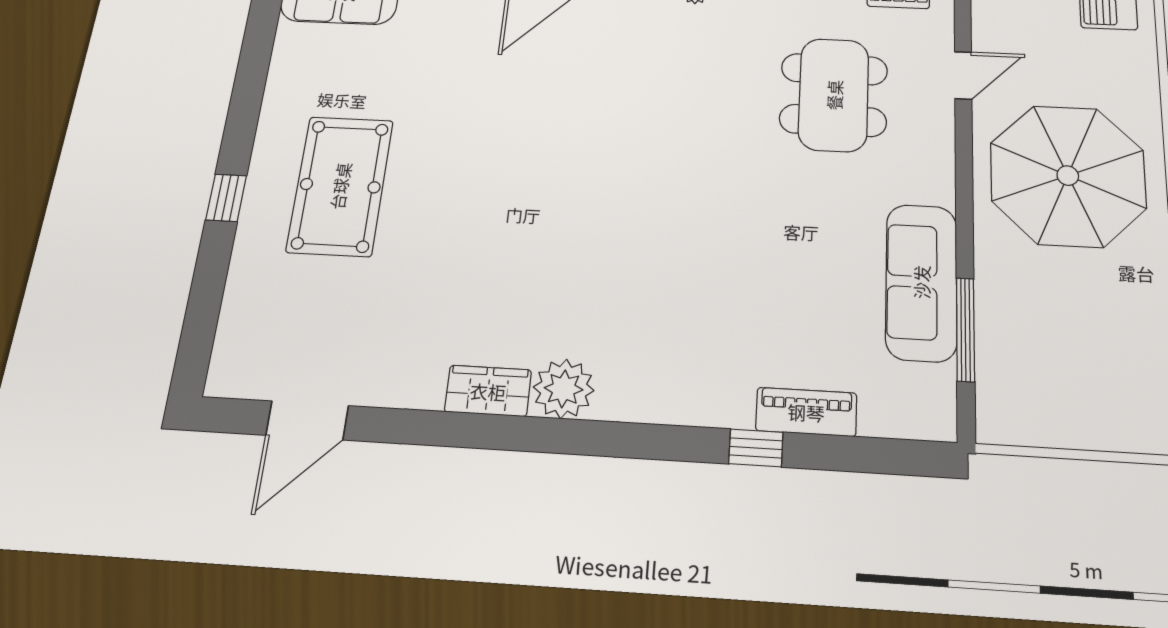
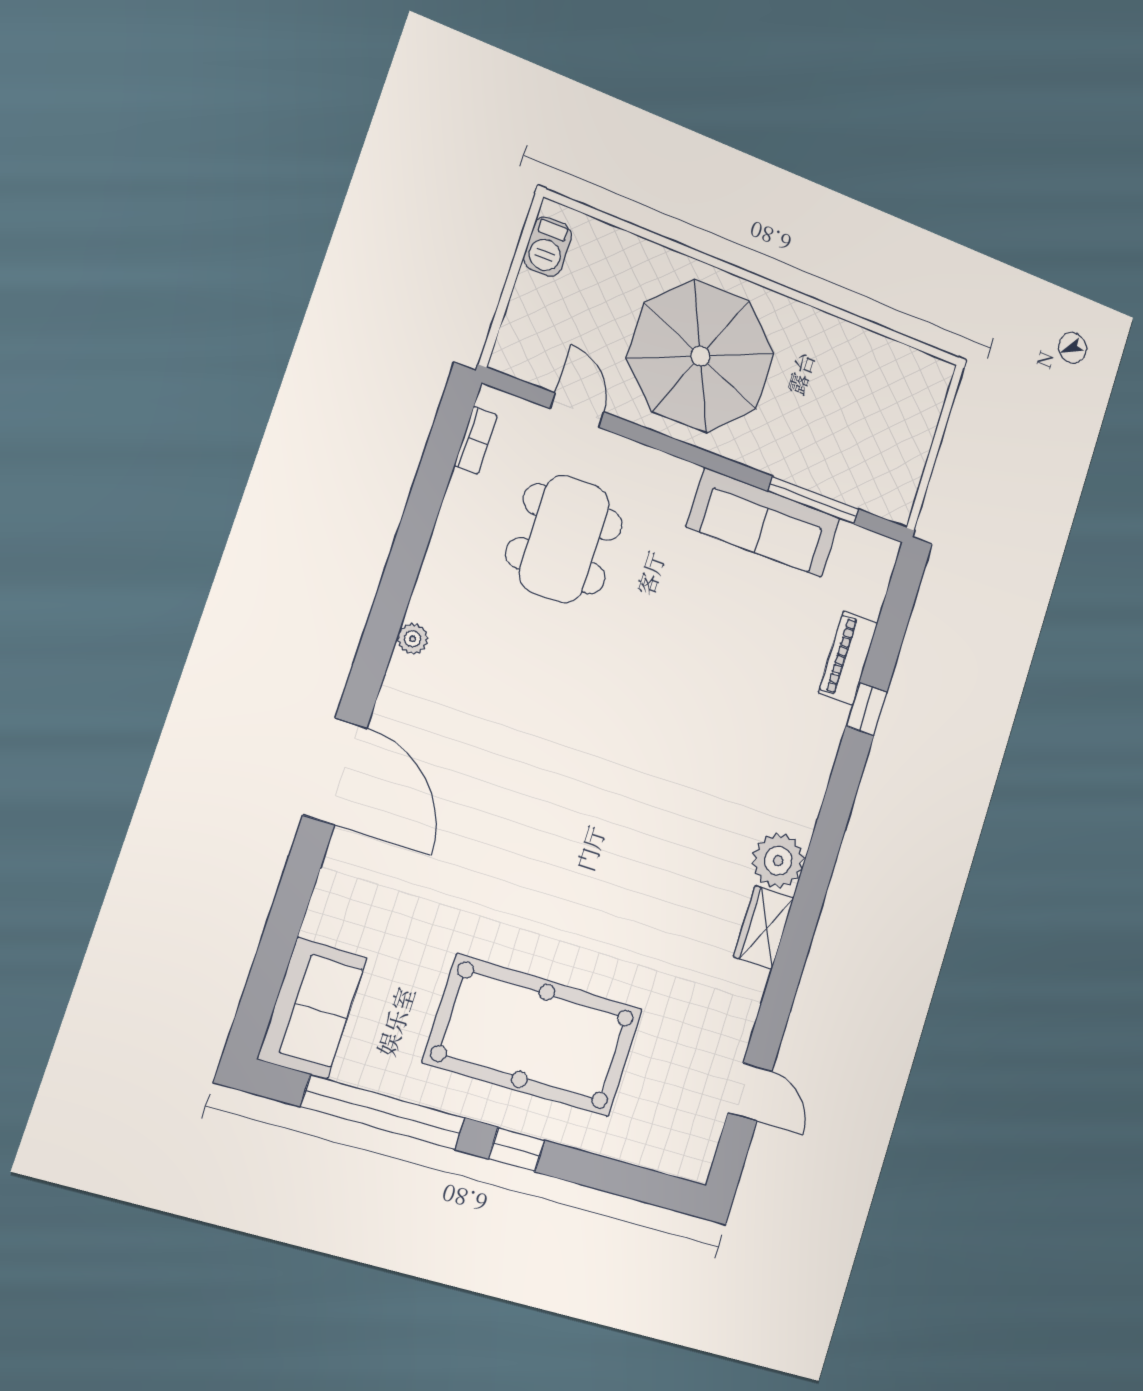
window: (252, 73) -> (383, 1112), added
dining table: (834, 95) -> (564, 539), turned 90
pool table: (340, 186) -> (533, 1036), width x1.36, depth x1.32
door: (307, 420) -> (750, 1092), width x0.73

